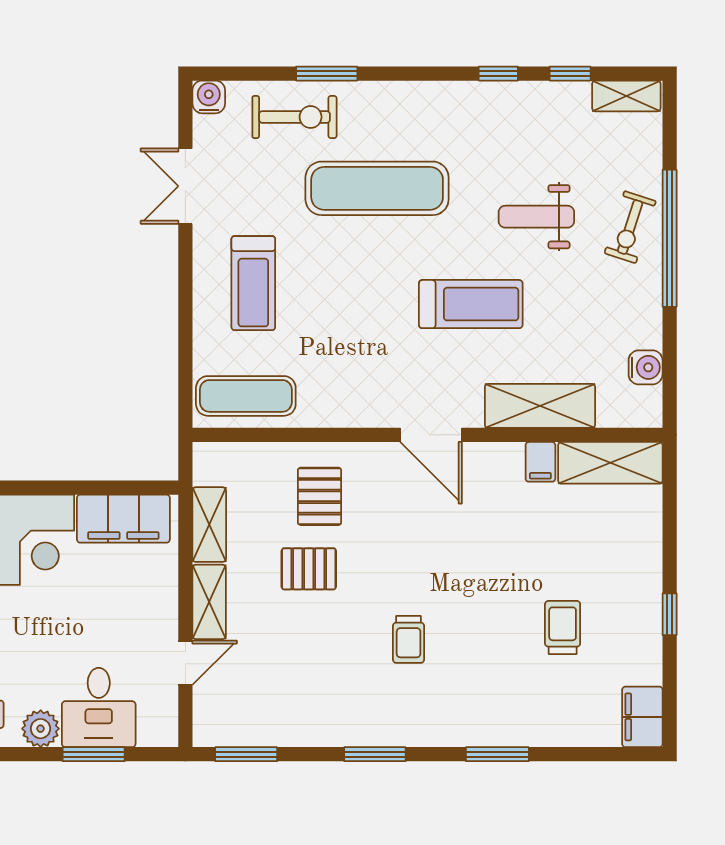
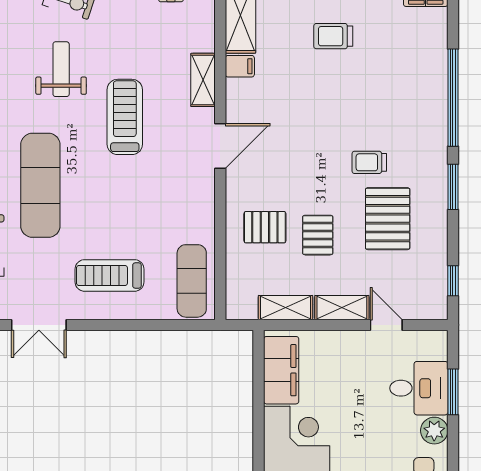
weight bench: (536, 217) -> (61, 69), turned 180
treadmill: (253, 283) -> (110, 275), turned 180
shelving: (540, 406) -> (203, 80), width x0.67, depth x0.75
trolley: (563, 628) -> (333, 36), moved
trolley: (409, 639) -> (369, 162), turned 180
pallet: (331, 665) -> (388, 219), added
window: (246, 754) -> (453, 281), width x0.67
window: (497, 754) -> (453, 98), width x2.11

